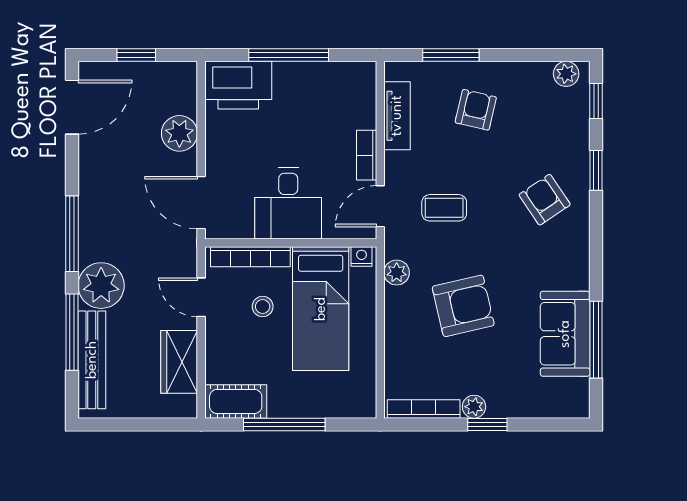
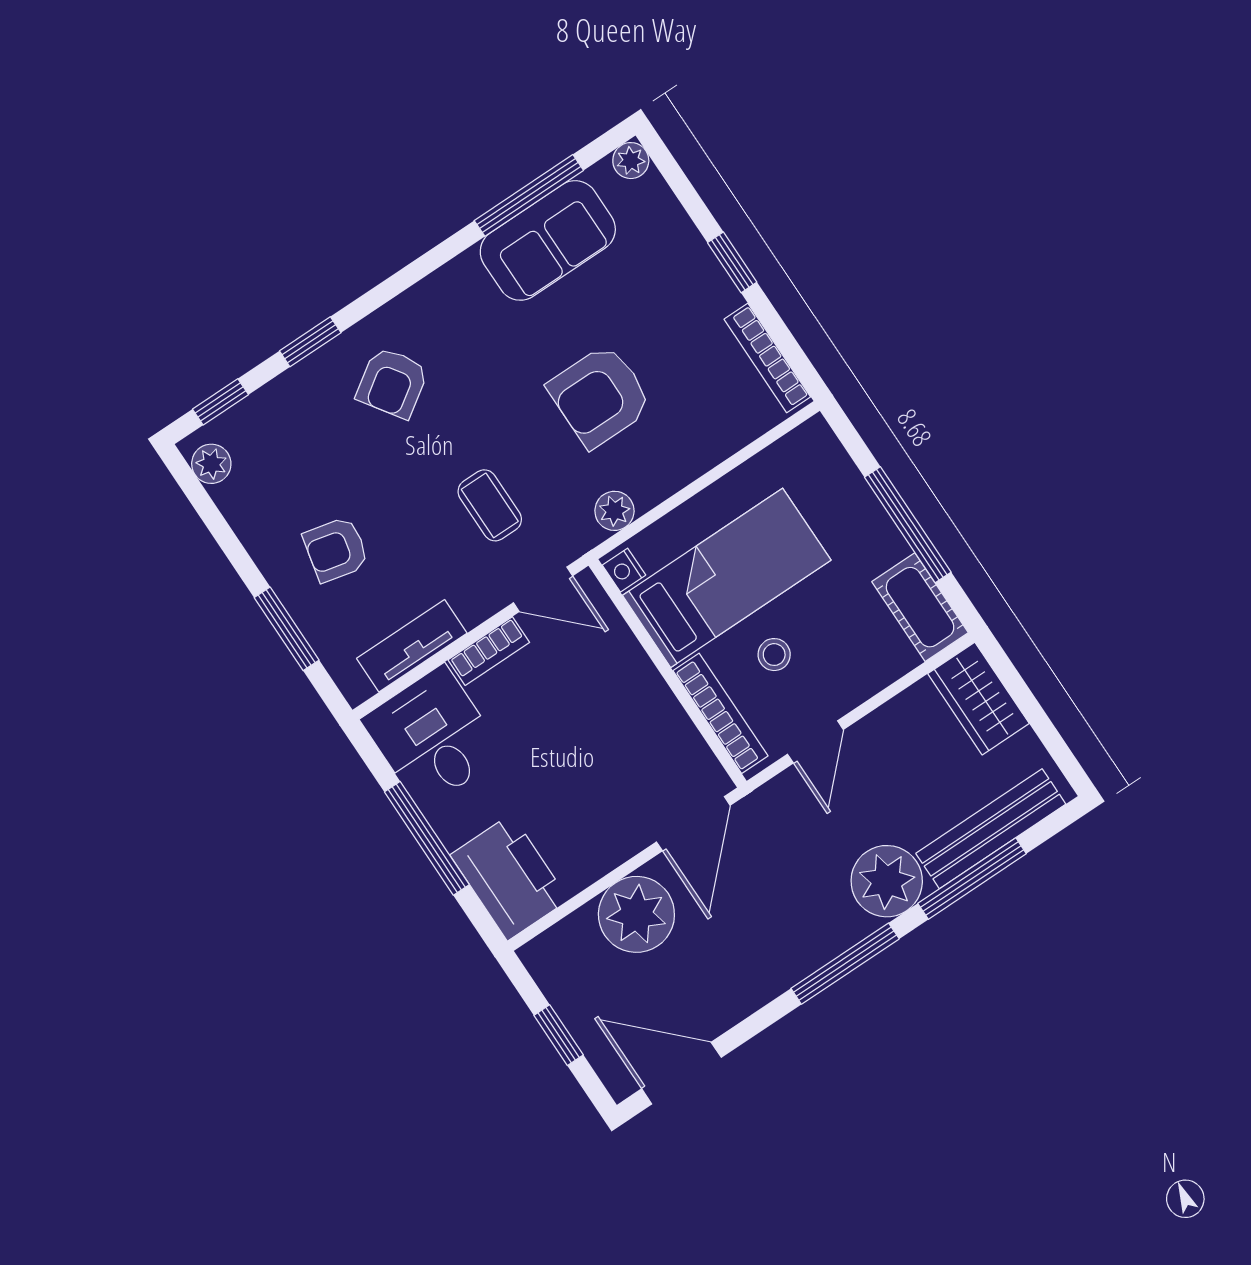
plant: (179, 133) -> (636, 914), width x1.36, depth x1.36
desk: (288, 203) -> (433, 737), moved, turned -90
armchair: (463, 306) -> (600, 396), turned -77
wardrobe: (179, 362) -> (979, 699), moved, turned 90
plant: (474, 407) -> (631, 161), moved

